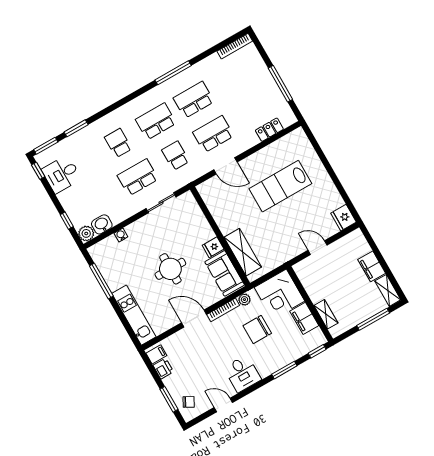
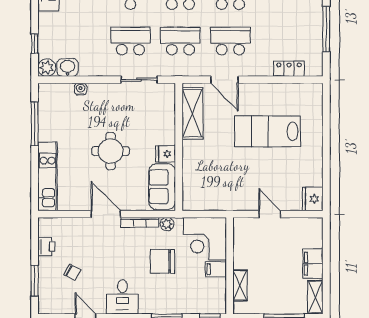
school desk: (176, 156) -> (180, 41), width x1.85
shelving: (243, 252) -> (192, 113), moved
filing cabinet: (304, 318) -> (216, 269), width x0.50
filing cabinet: (156, 354) -> (48, 229), removed
chair: (189, 402) -> (72, 272), moved

